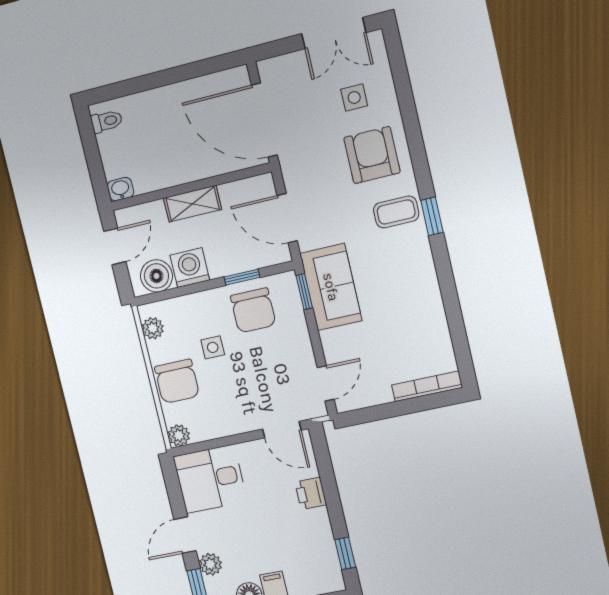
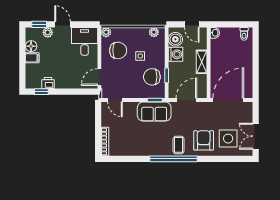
side table: (354, 97) -> (228, 139), width x1.87, depth x1.87
armchair: (372, 155) -> (204, 140), turned -90
window: (432, 216) -> (173, 159), width x3.17
chair: (177, 381) -> (118, 50), moved, turned 180
printer: (311, 493) -> (48, 83), moved

